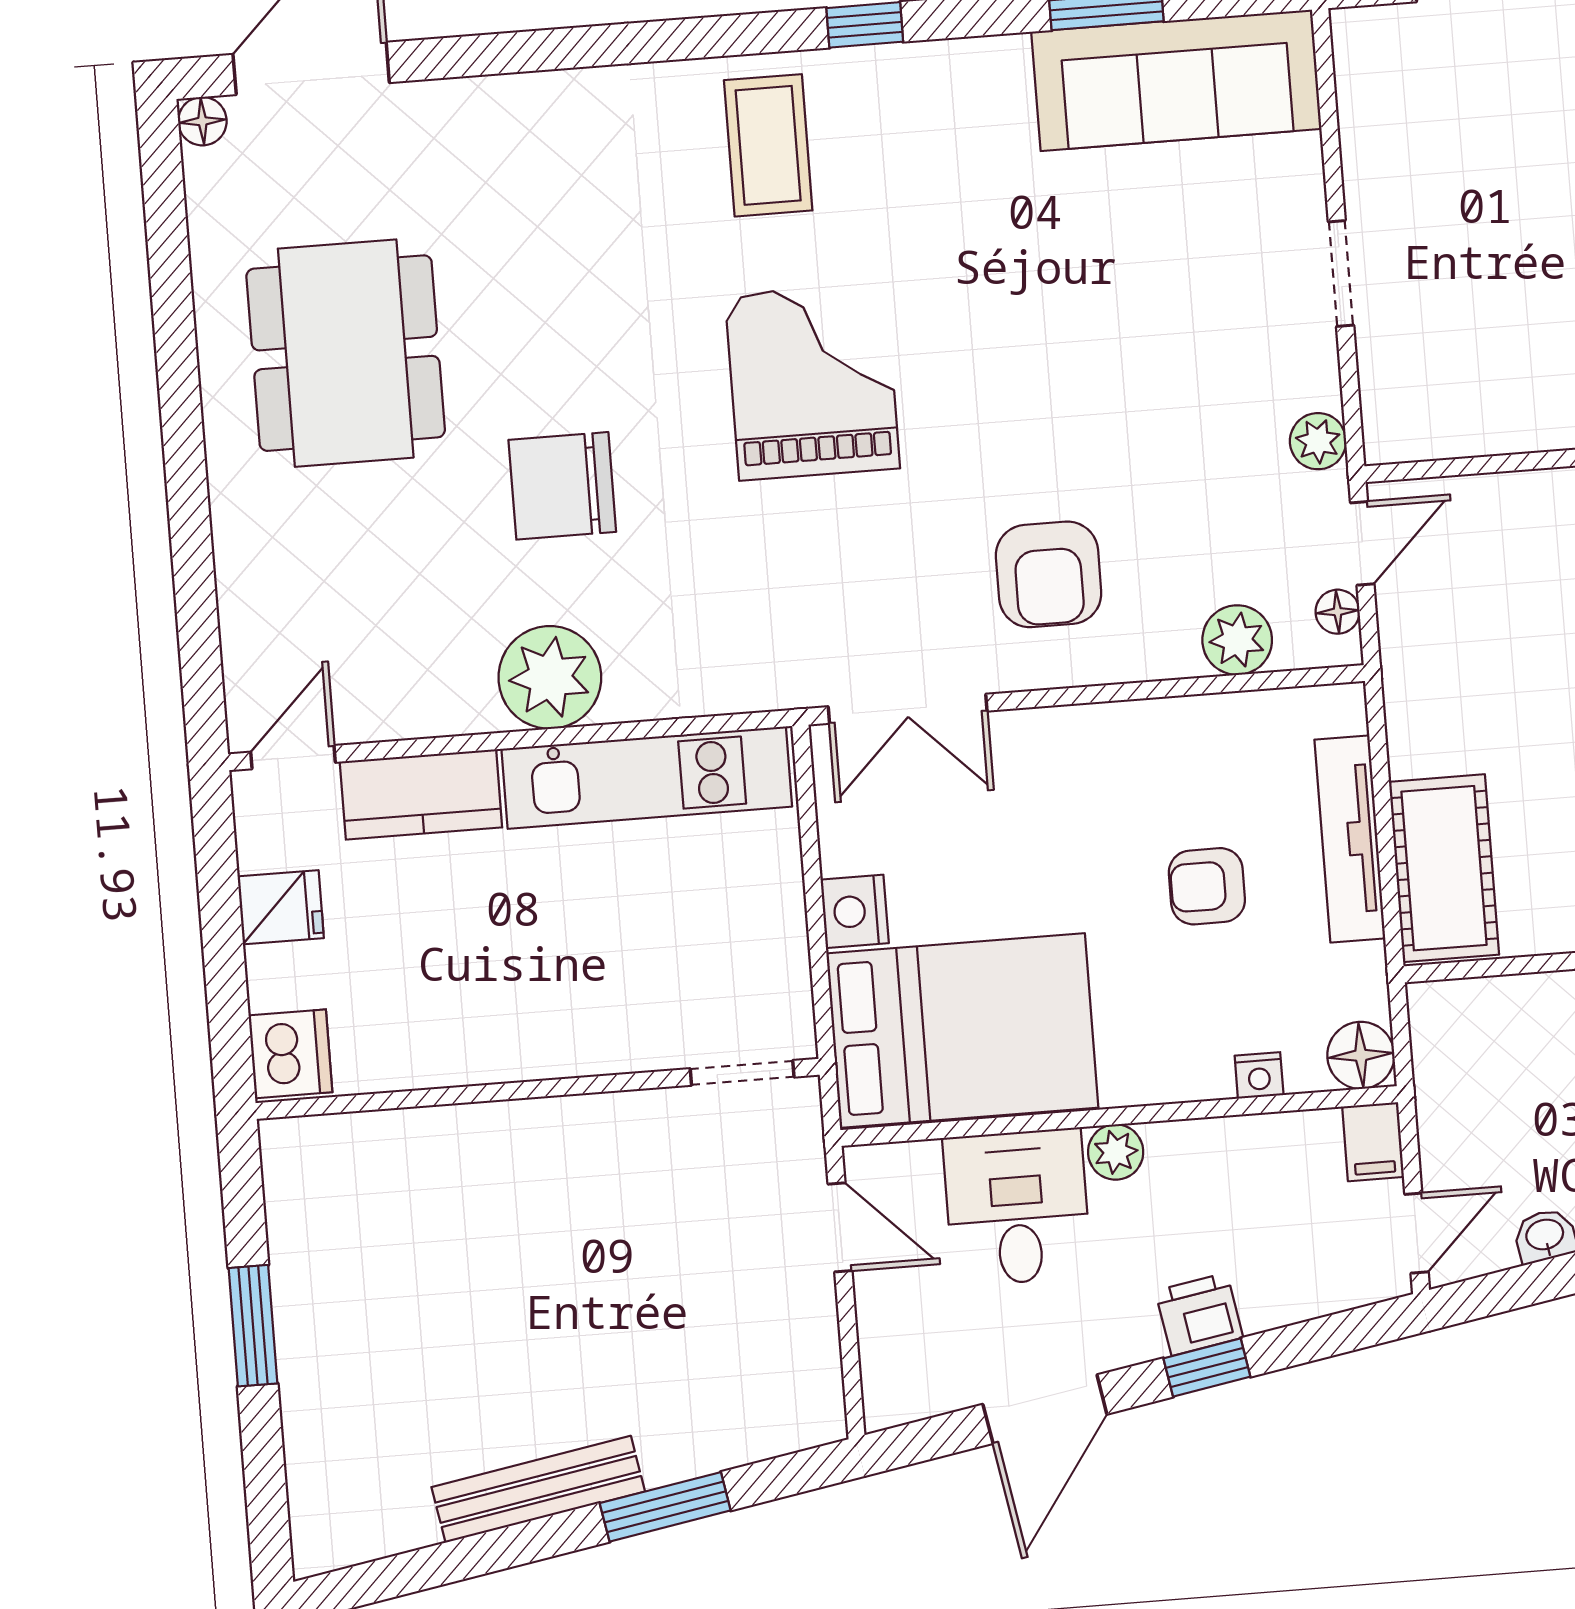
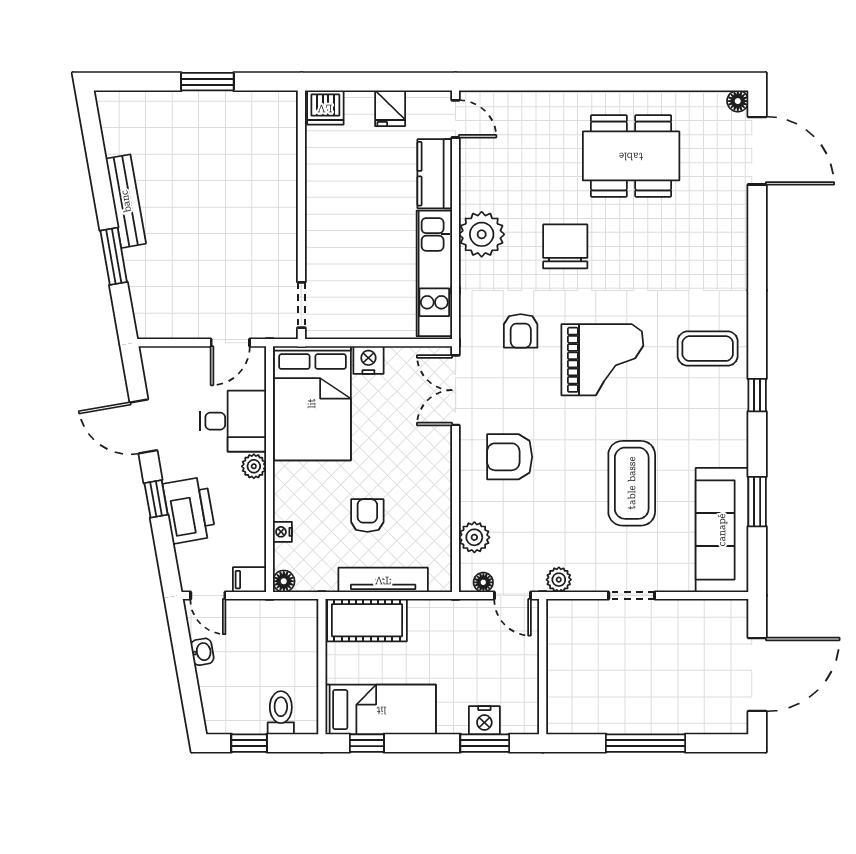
coffee table: (1087, 293) -> (632, 483), added
armchair: (762, 572) -> (521, 331), added
floor lamp: (1361, 1055) -> (284, 581), width x0.73, depth x0.73
printer: (1199, 1314) -> (189, 510), width x1.87, depth x1.48

